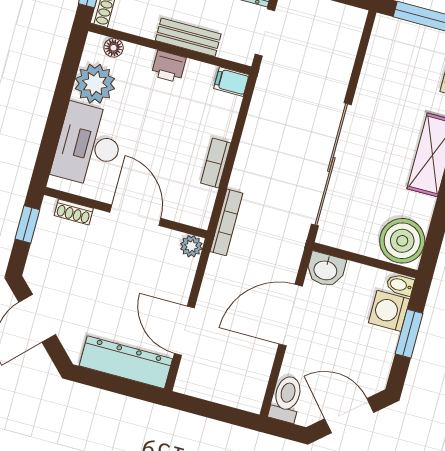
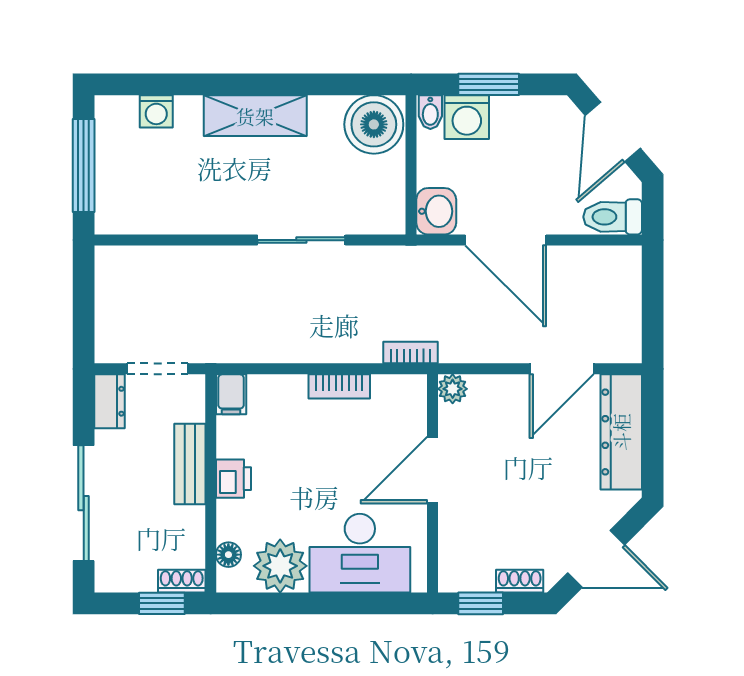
sliding door: (331, 164) -> (301, 240), width x0.54
shoe rack: (74, 212) -> (520, 581), moved, turned -90
bookcase: (226, 222) -> (410, 353), width x0.64

